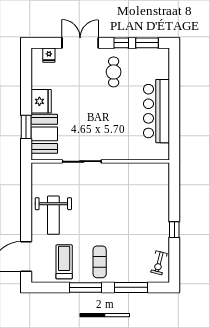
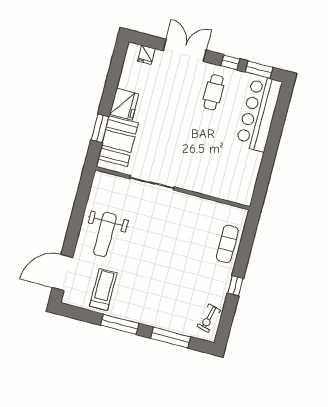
bar counter: (156, 111) -> (259, 113), moved
exercise mat: (100, 262) -> (227, 244), moved

